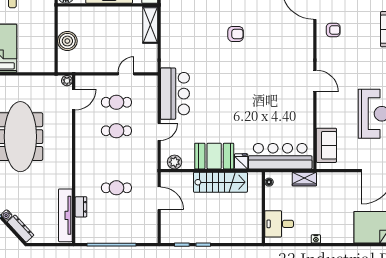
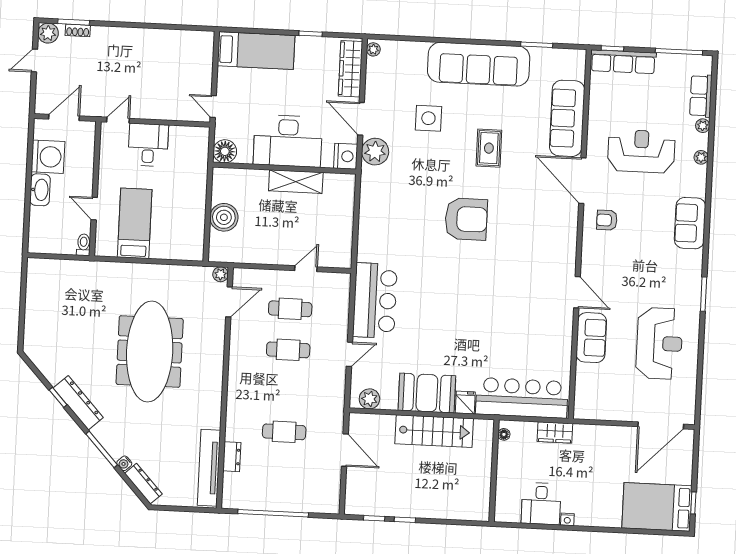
shelving: (150, 25) -> (296, 182), moved, turned 90
armchair: (333, 30) -> (607, 220), turned 180
armchair: (236, 34) -> (466, 219), width x1.88, depth x1.88
sofa: (326, 145) -> (591, 338), moved
desk: (279, 224) -> (541, 504), moved, turned -90

